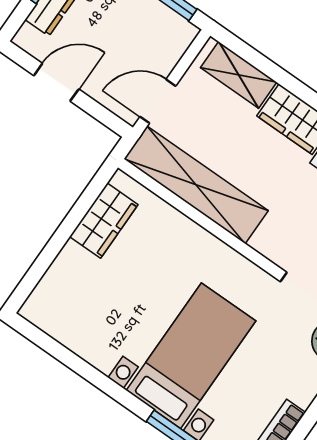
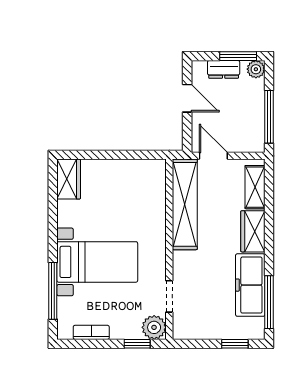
wardrobe: (104, 221) -> (69, 179), moved, turned -90

